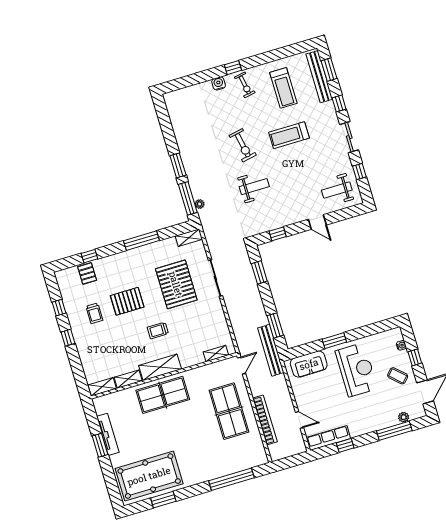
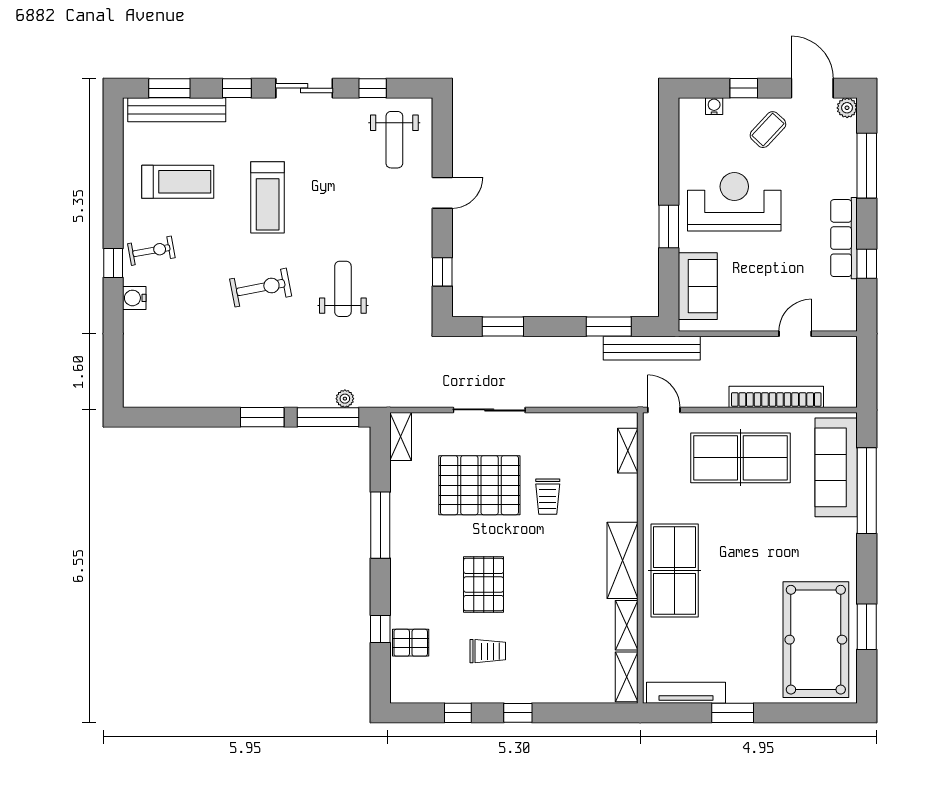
trolley: (158, 330) -> (548, 497), moved
plant: (404, 417) -> (847, 108), moved
tv unit: (108, 434) -> (686, 693), moved
row of seats: (328, 438) -> (844, 238), moved
sofa: (239, 460) -> (836, 467), added

